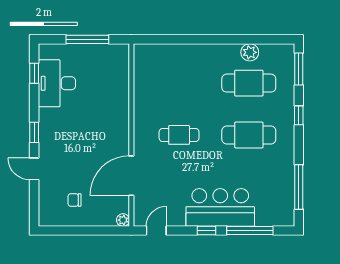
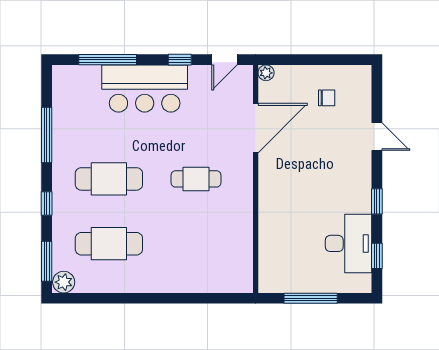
plant: (250, 52) -> (64, 282), moved
window: (34, 132) -> (377, 201), moved
window: (299, 187) -> (47, 135), moved
window: (206, 231) -> (180, 60), moved

